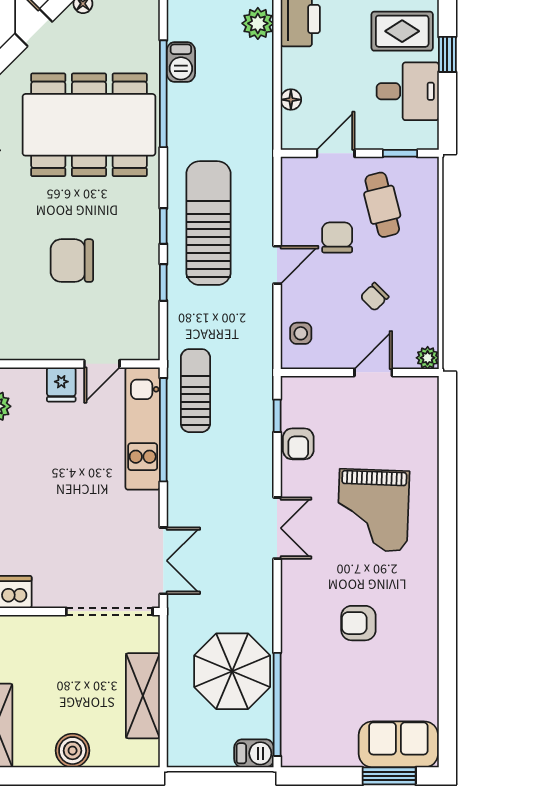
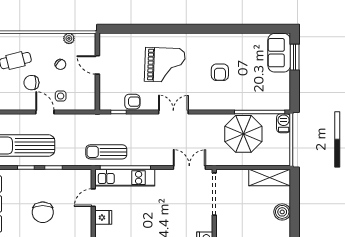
side table: (301, 333) -> (61, 96), moved
plant: (428, 358) -> (69, 38), moved
door: (102, 364) -> (93, 198), swing flipped
shelving: (143, 696) -> (270, 178), moved

